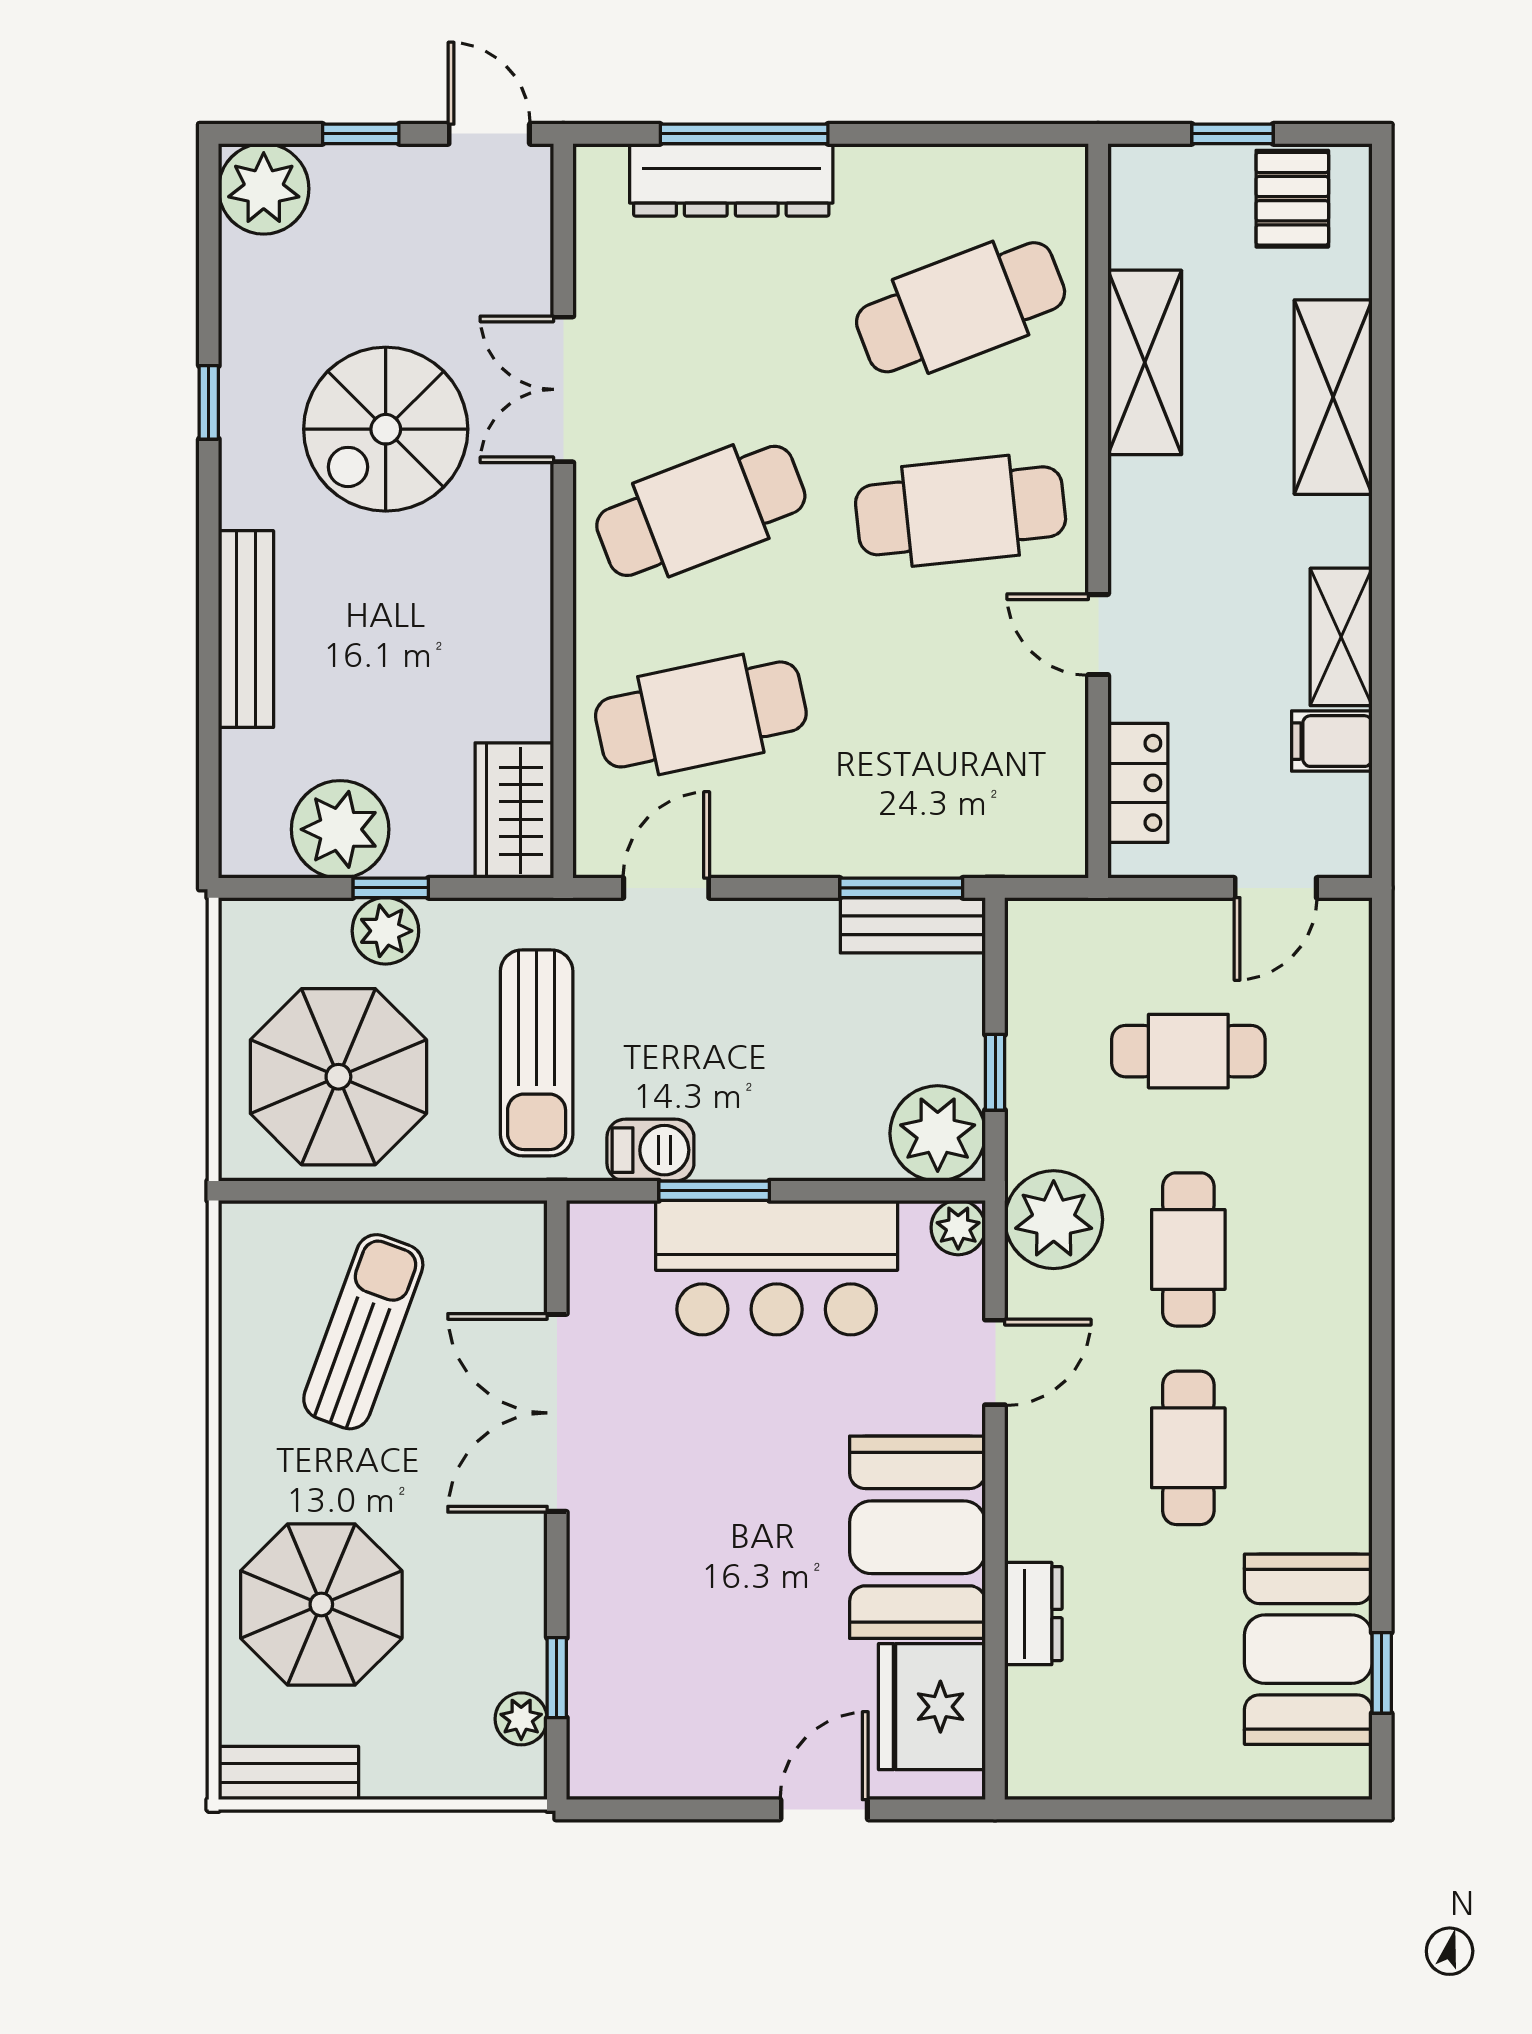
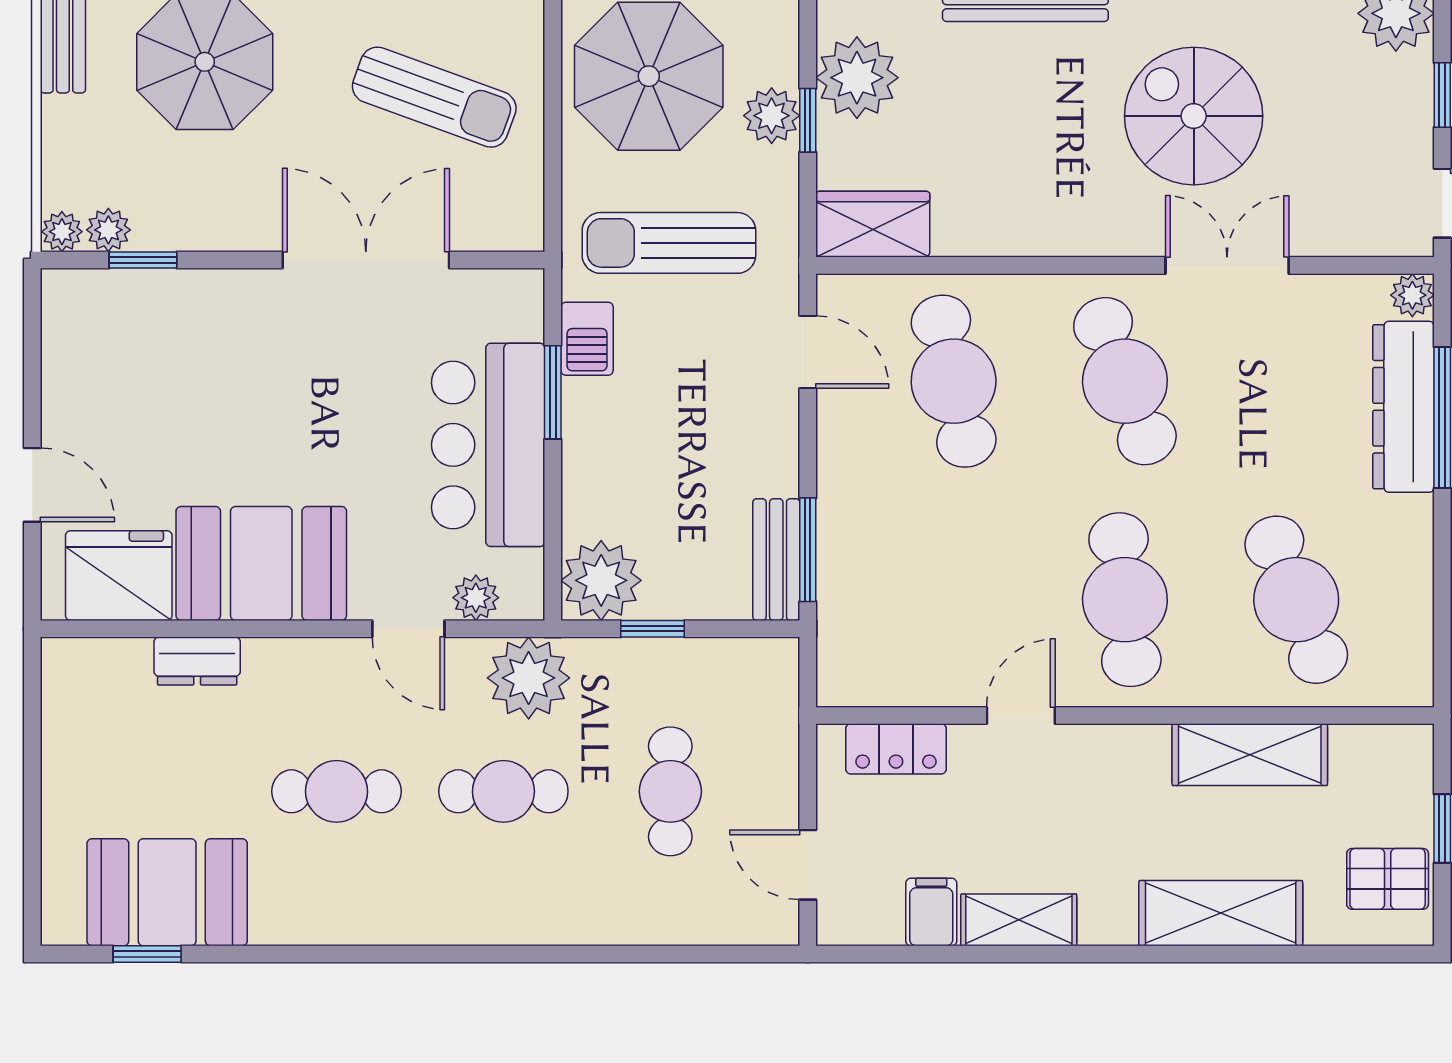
plant: (599, 169) -> (1412, 295), added
plant: (958, 1228) -> (476, 598), moved
plant: (523, 1774) -> (62, 232), added

